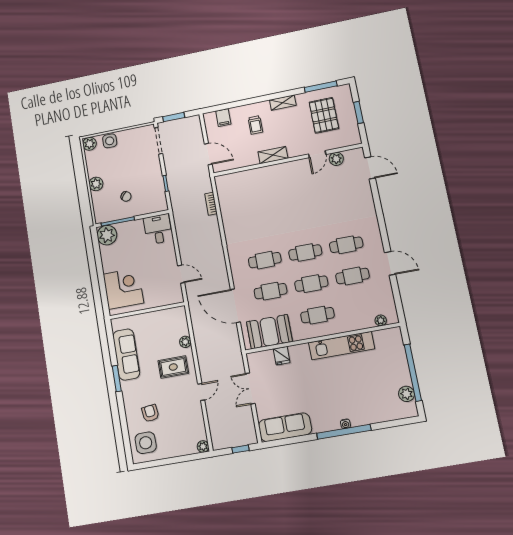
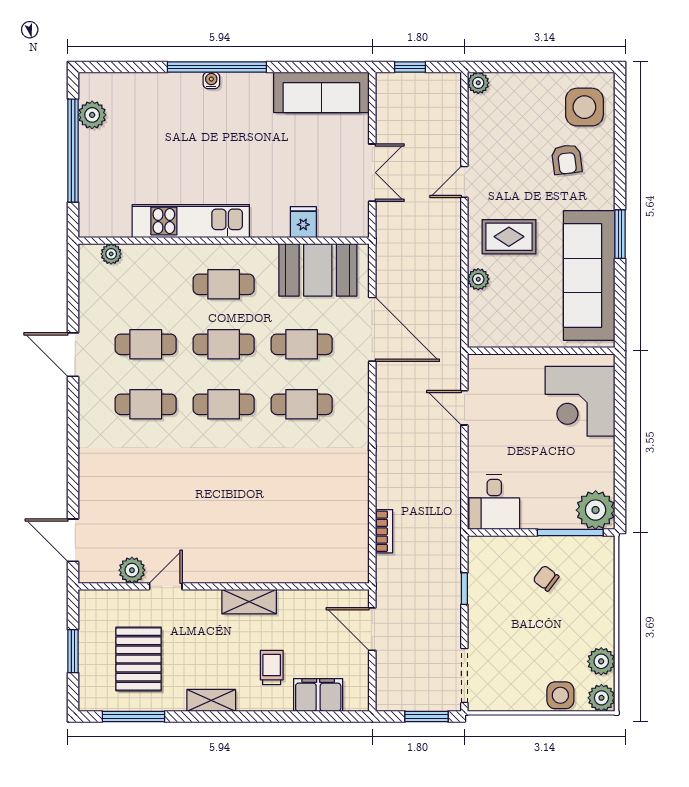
filing cabinet: (223, 118) -> (318, 695), width x2.00
plant: (96, 184) -> (601, 661), moved
sofa: (126, 355) -> (589, 276), width x1.36, depth x1.27

